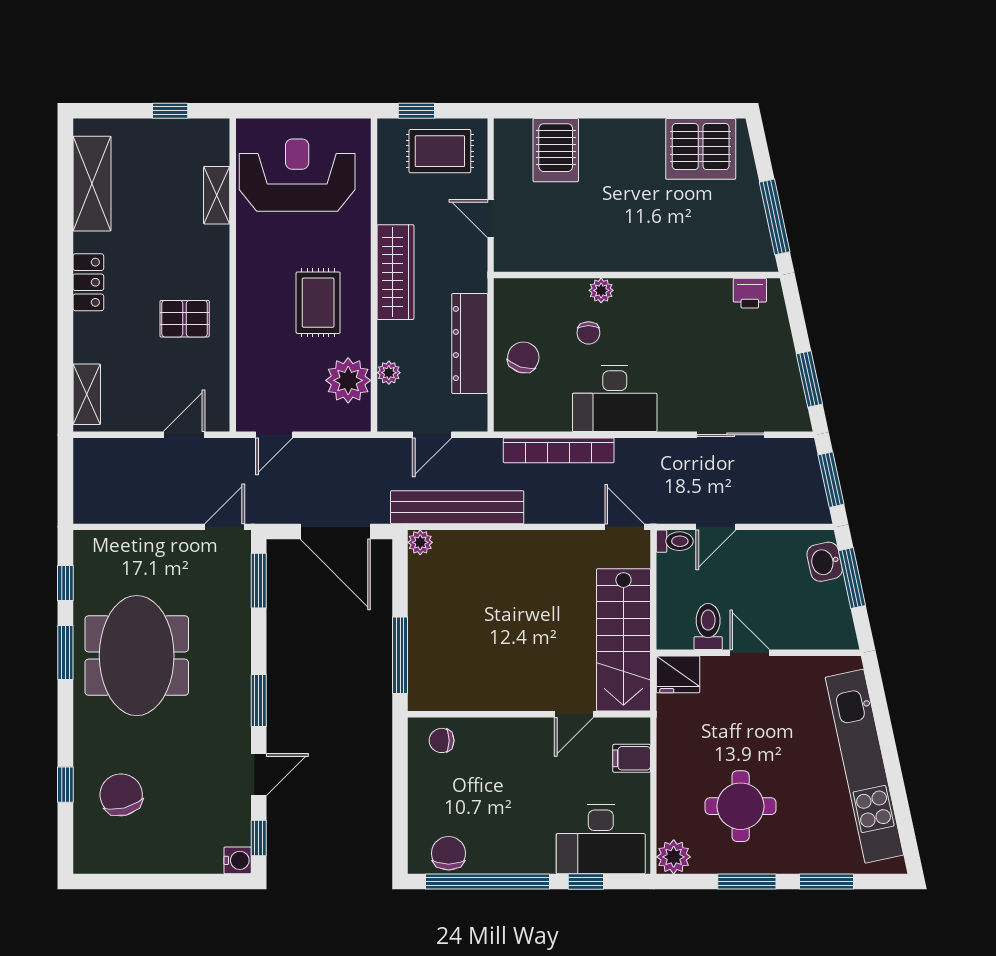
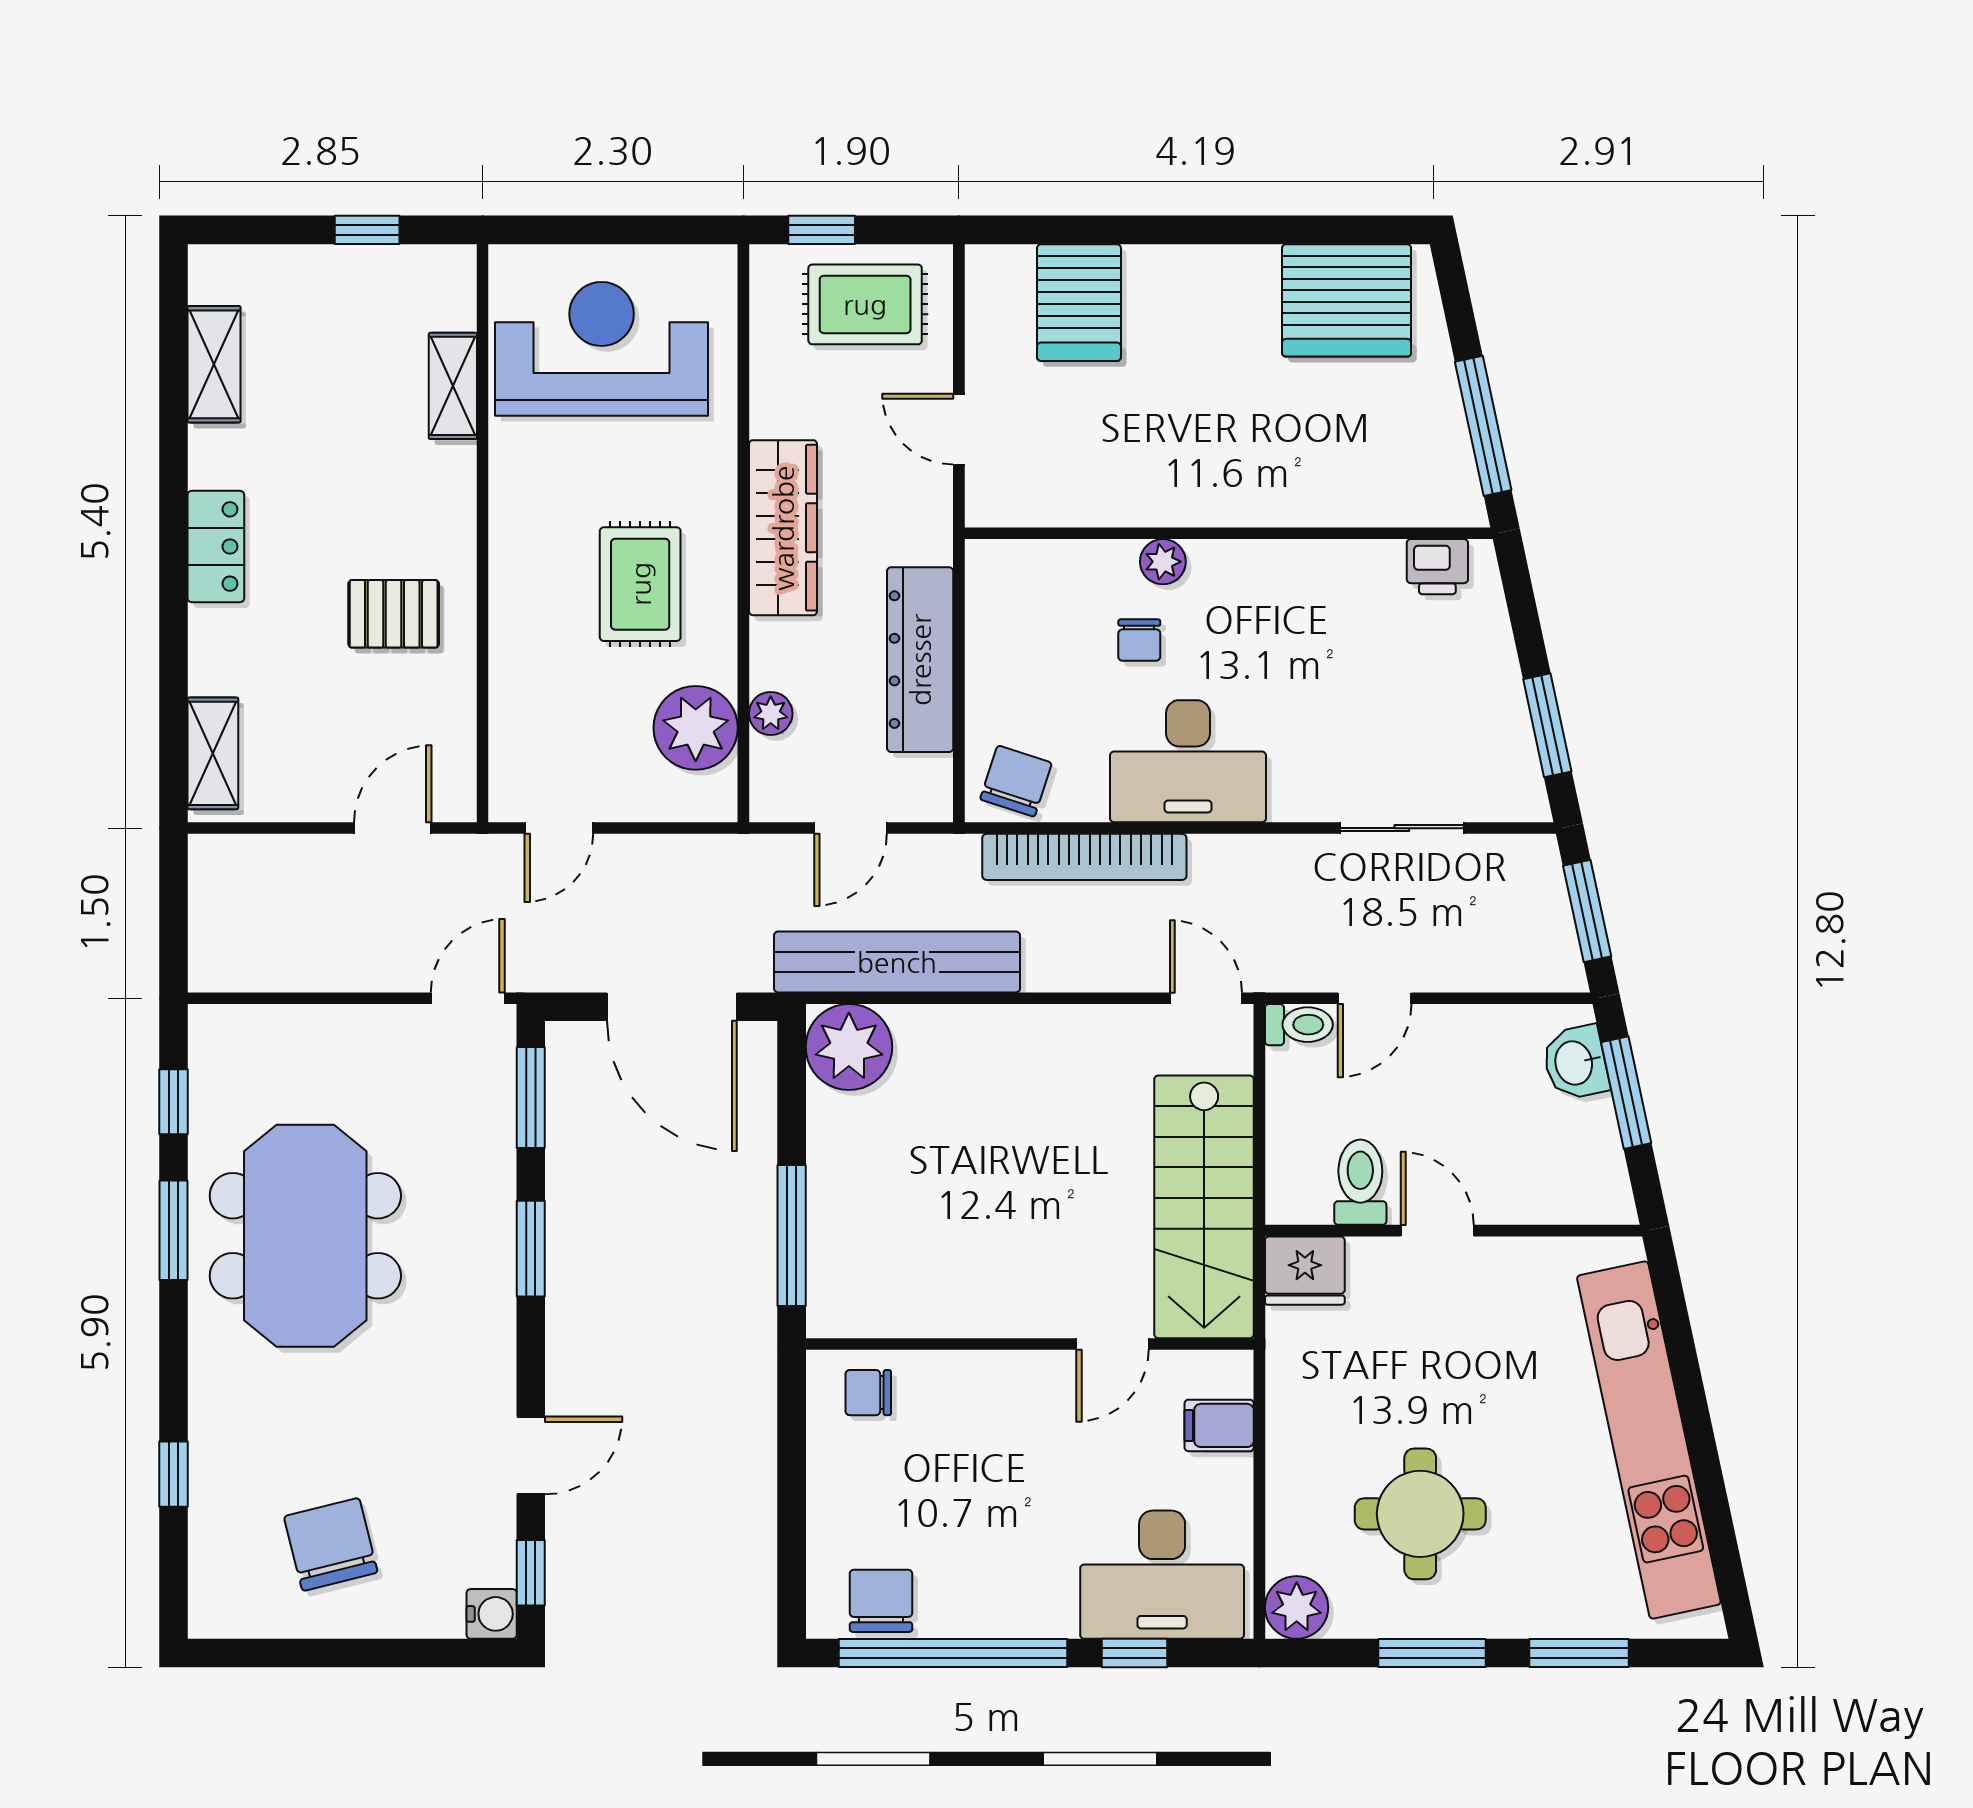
shelving: (92, 184) -> (214, 364), width x0.67, depth x0.75
chair: (523, 357) -> (1016, 781), moved
plant: (420, 542) -> (849, 1047), width x1.87, depth x1.87
window: (259, 701) -> (531, 1249), moved
chair: (121, 795) -> (331, 1544), moved

